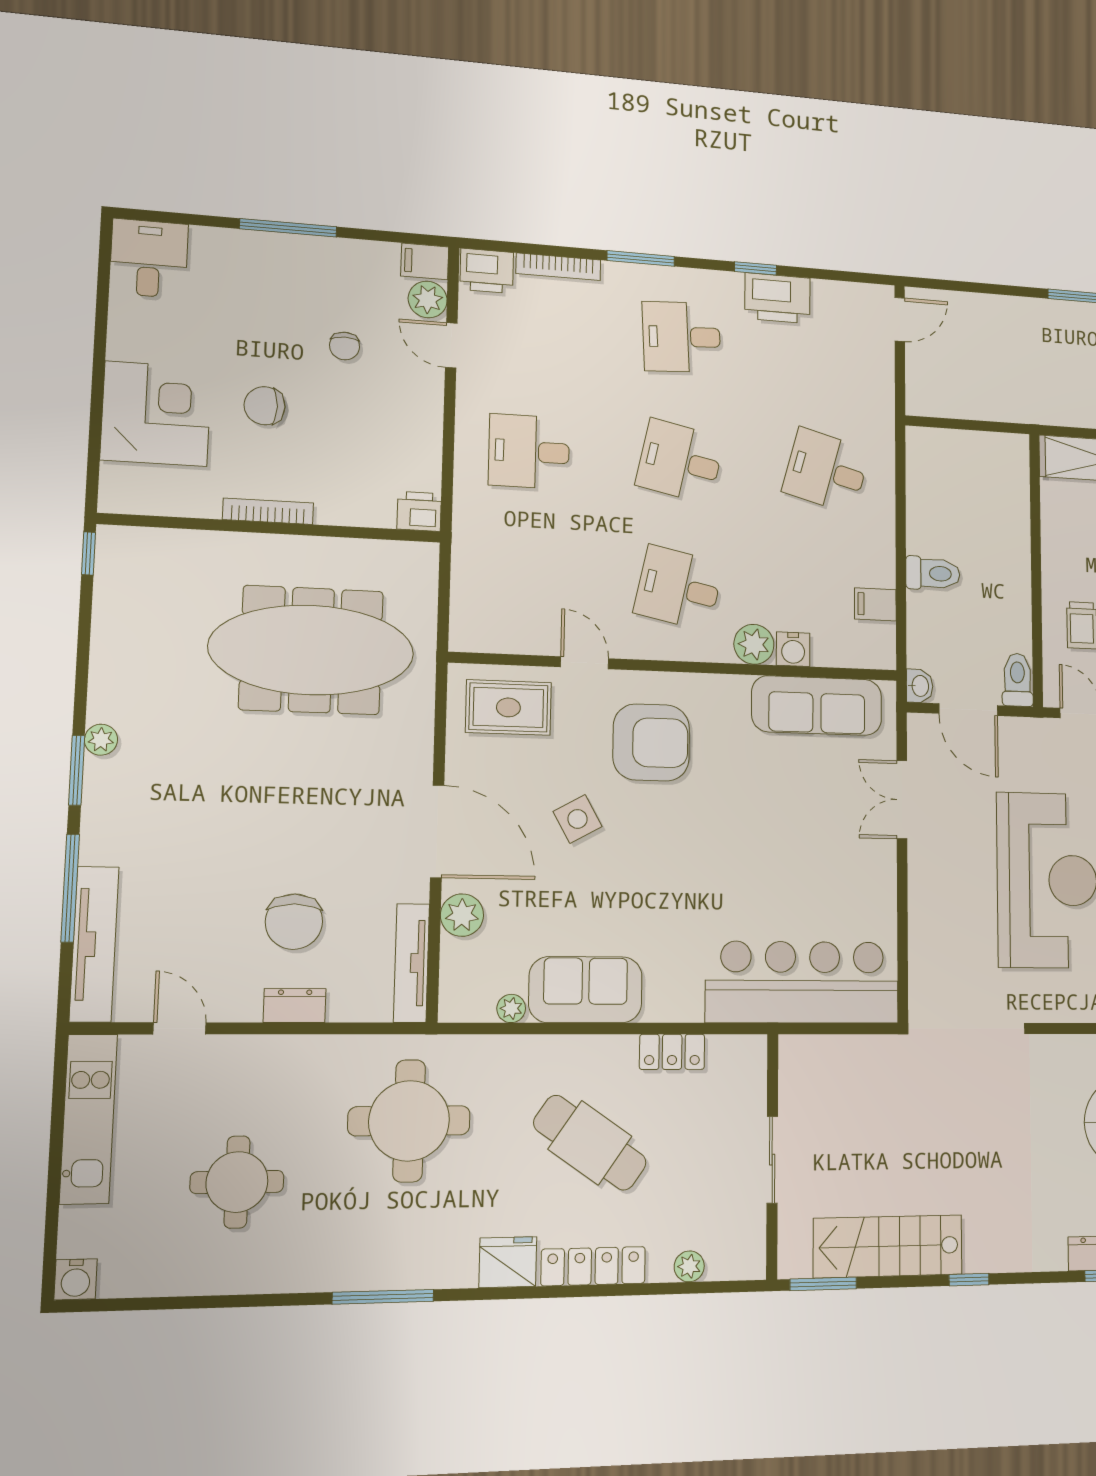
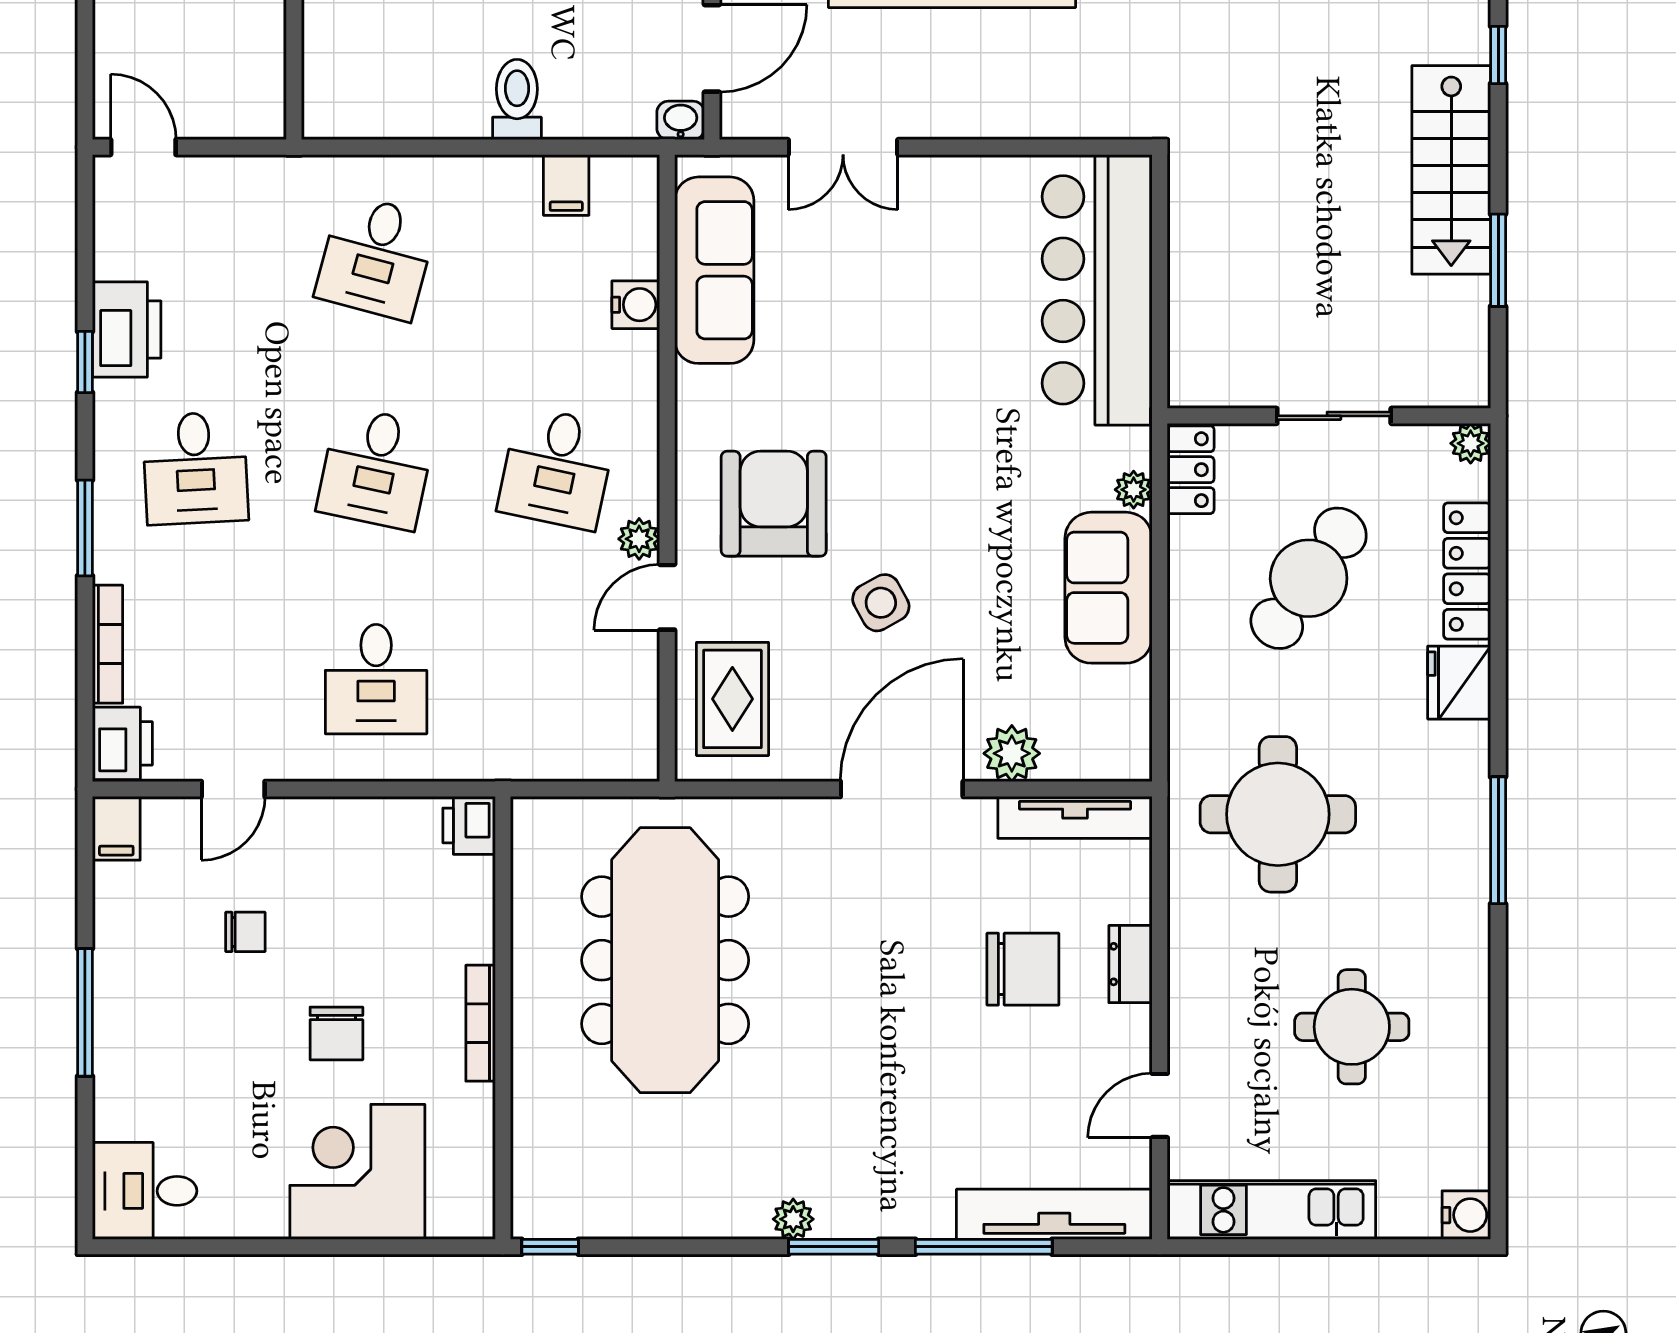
plant: (428, 299) -> (170, 823), removed
plant: (754, 644) -> (639, 539), moved, width x0.73, depth x0.73
plant: (511, 1008) -> (1134, 490), moved
wall: (772, 1156) -> (1329, 416), moved
sliding door: (772, 1160) -> (1334, 416), moved

